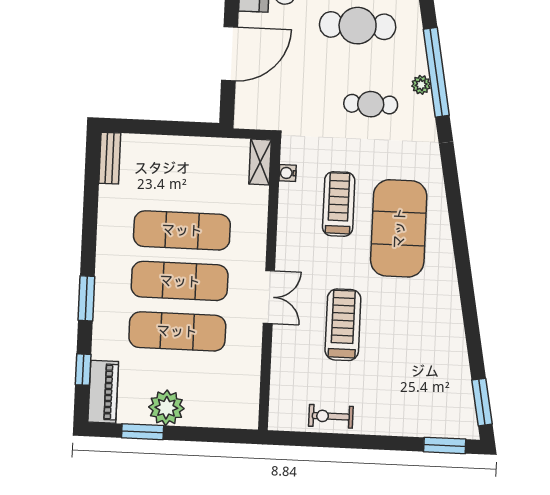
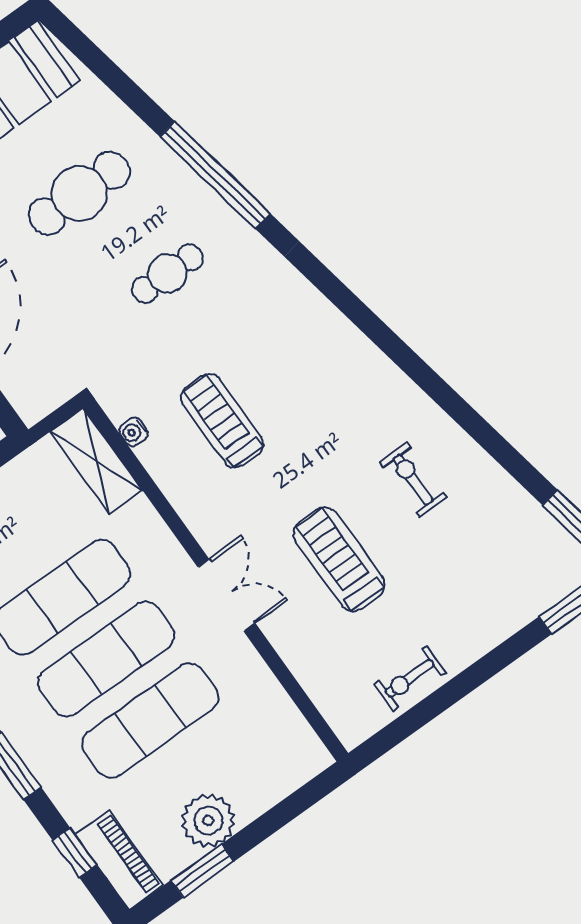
plant: (421, 85) -> (209, 204), removed
shelving: (260, 162) -> (96, 461), width x1.50, depth x1.33
exercise mat: (399, 228) -> (316, 394), removed
exercise bike: (414, 314) -> (413, 480), added

